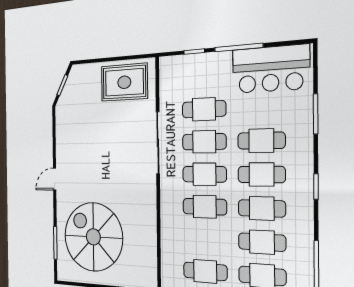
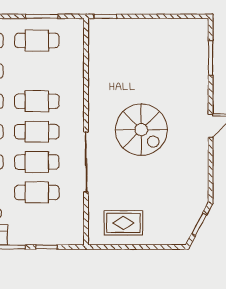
rug: (124, 82) -> (123, 223), width x0.73, depth x0.70
spiral stairs: (93, 237) -> (141, 130), moved, width x0.73, depth x0.73

